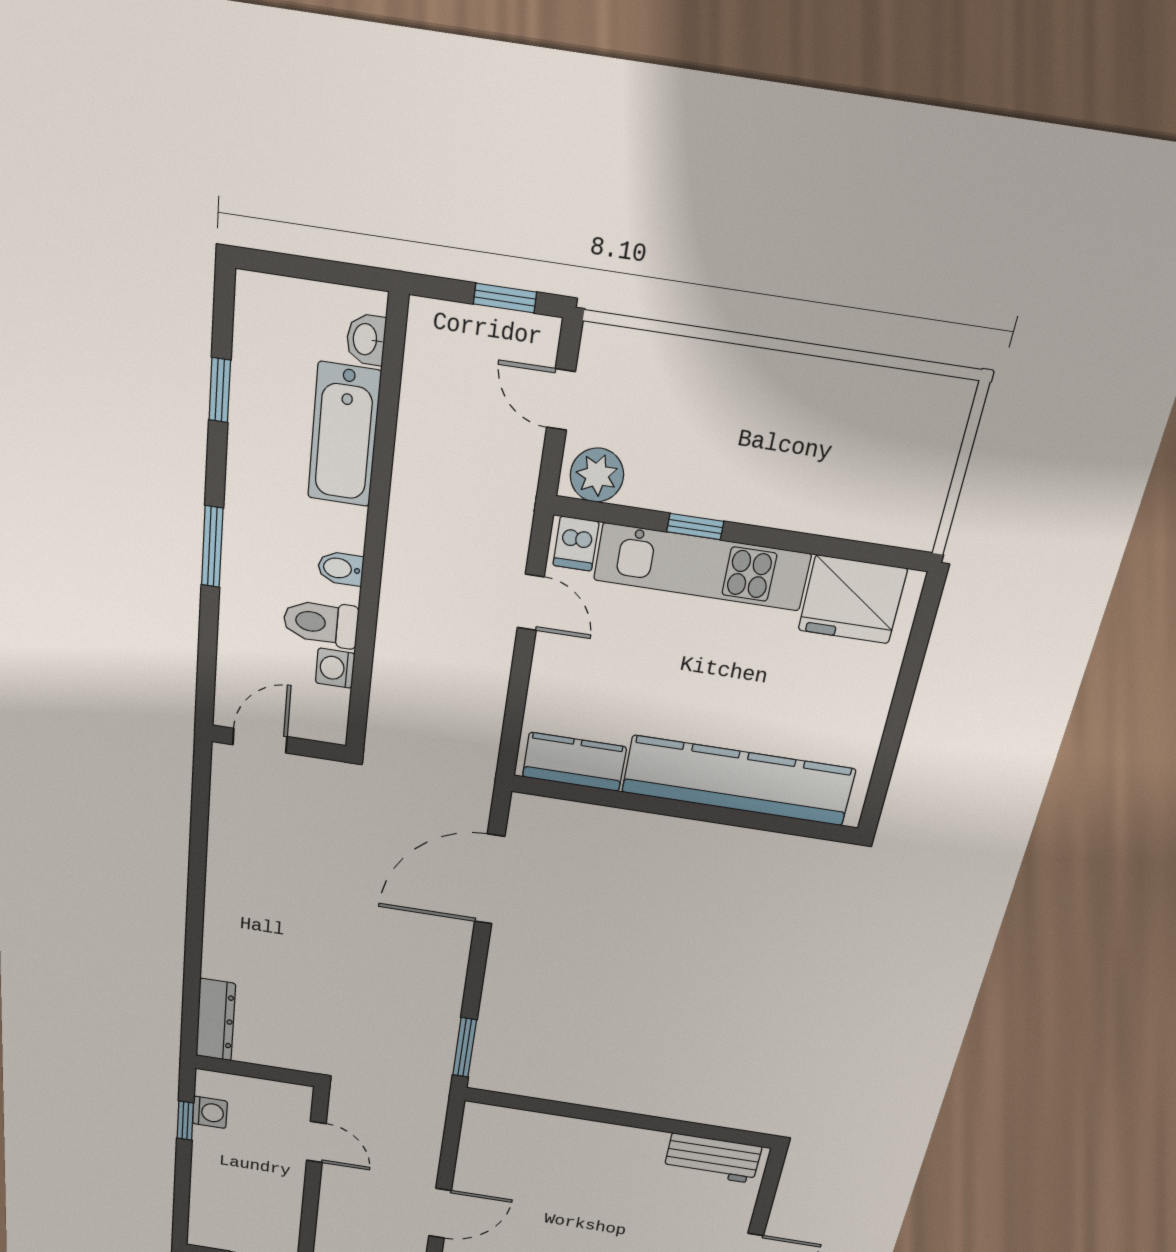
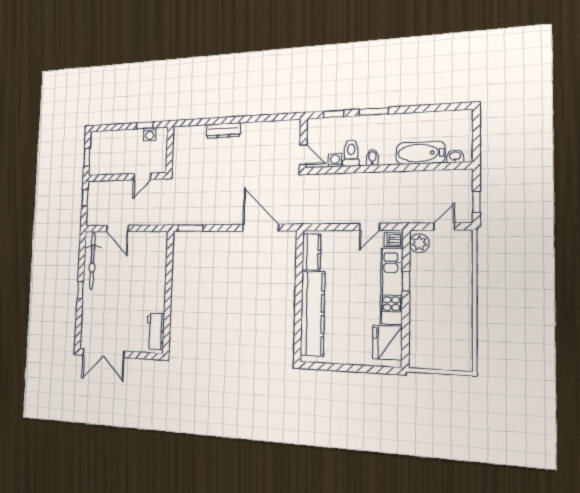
window: (220, 390) -> (334, 114), moved
door: (260, 741) -> (303, 155), moved
dresser: (216, 1020) -> (223, 130), moved

